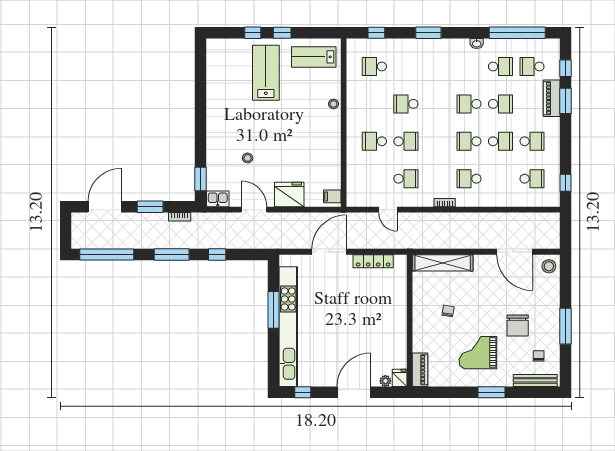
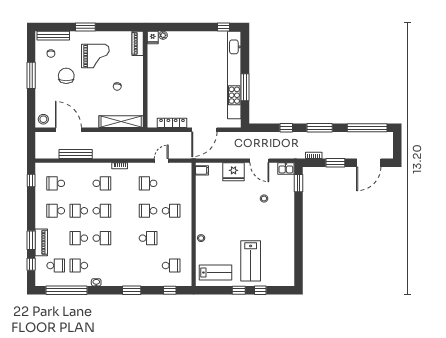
door: (388, 210) -> (161, 161), hinge flipped
bench: (505, 219) -> (76, 154), added
door: (354, 392) -> (186, 27), removed

